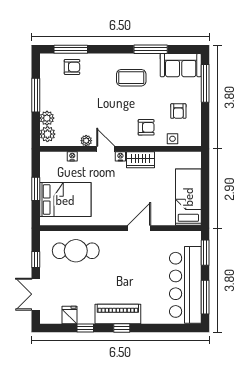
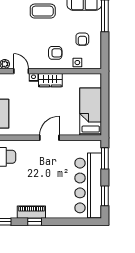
window: (205, 297) -> (105, 196), width x0.69
piano: (118, 314) -> (31, 212), width x0.73, depth x0.75

